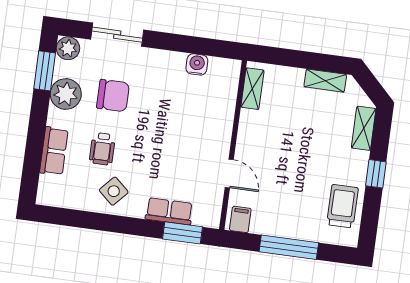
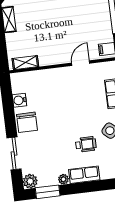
plant: (66, 94) -> (63, 179), width x0.53, depth x0.53
chair: (113, 96) -> (27, 122), moved, turned 180
row of seats: (54, 151) -> (84, 175), moved

